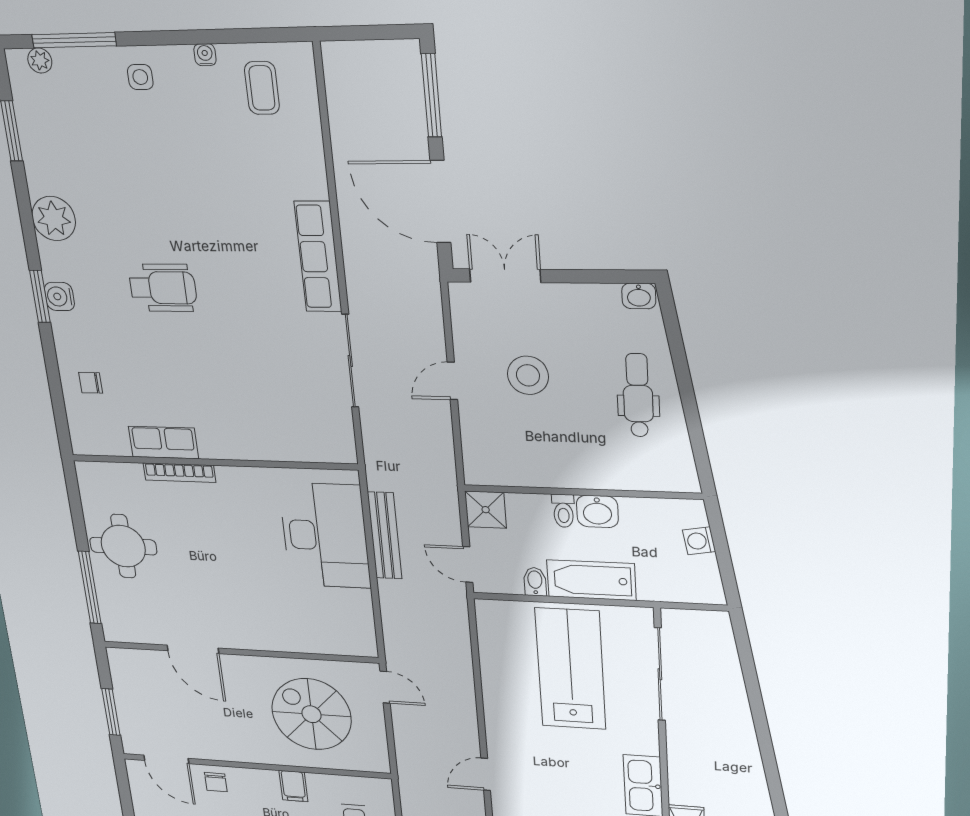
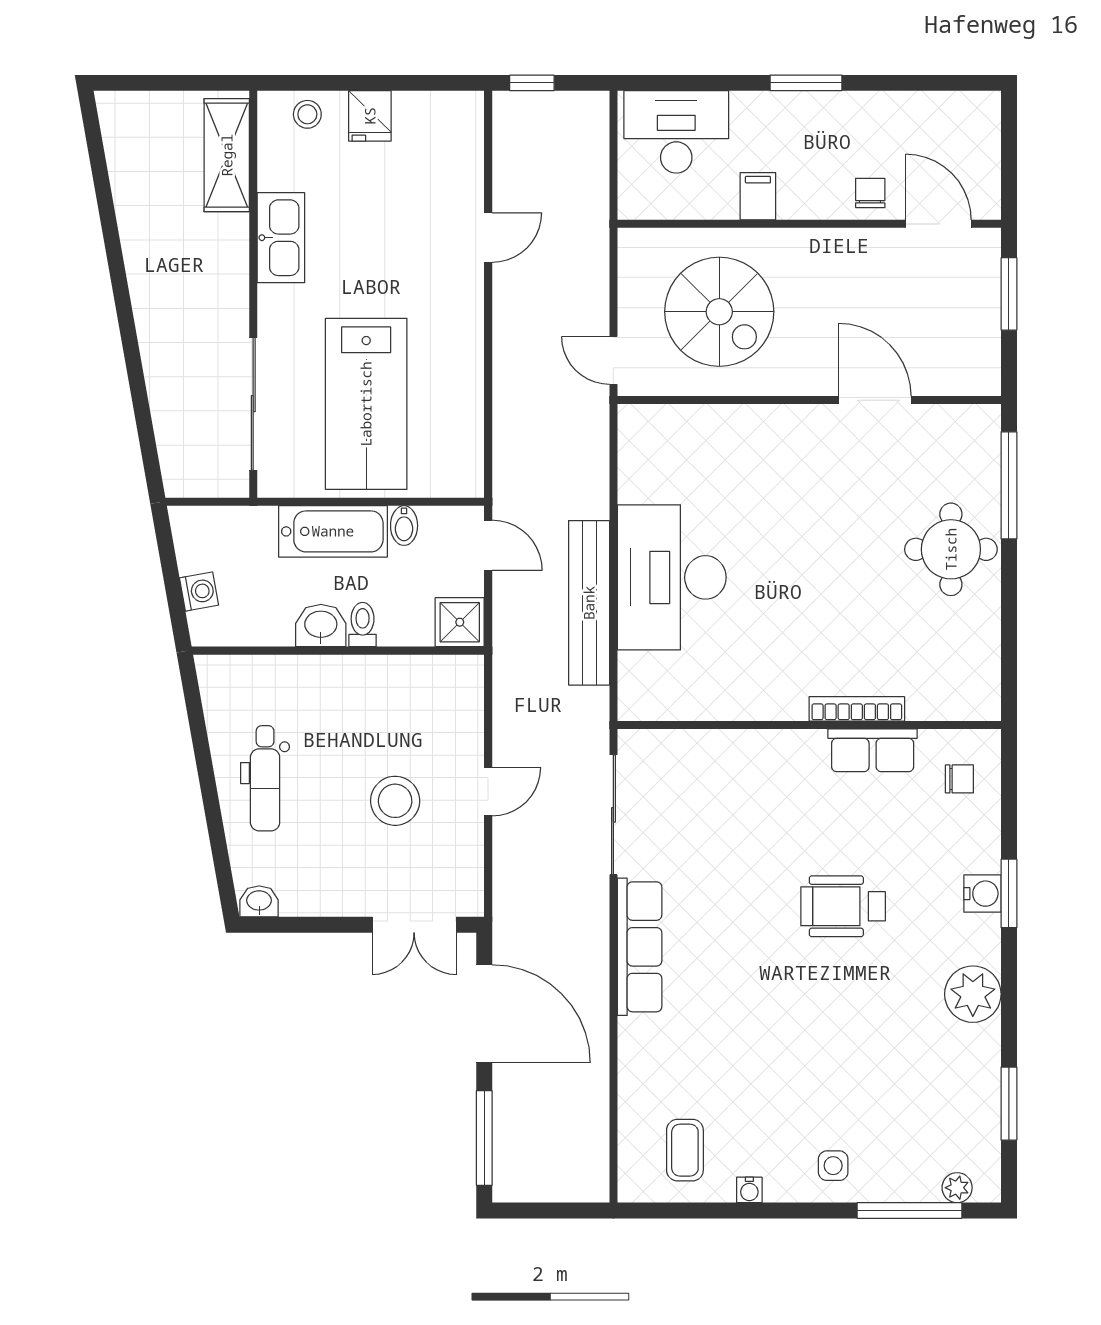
row of seats: (163, 443) -> (873, 750), moved
wall: (213, 462) -> (809, 725), moved
bookcase: (179, 473) -> (857, 709), moved
bench: (385, 536) -> (589, 603), width x1.37, depth x1.21

